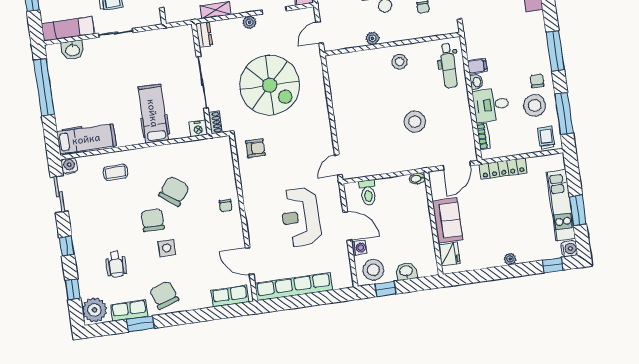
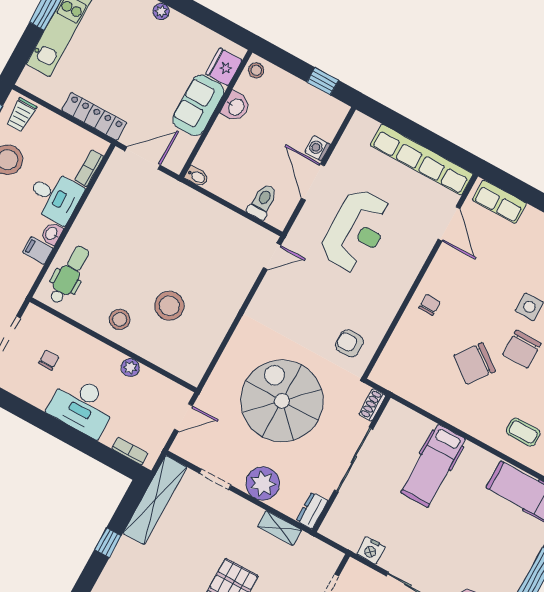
plant: (249, 22) -> (263, 483), width x1.88, depth x1.88
stool: (415, 122) -> (169, 306), moved
nightstand: (198, 128) -> (371, 550), moved, turned 180
stool: (373, 270) -> (256, 70), moved, width x0.53, depth x0.53
washbasin: (406, 271) -> (236, 107), moved, turned -90

